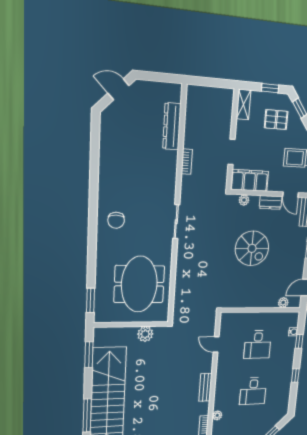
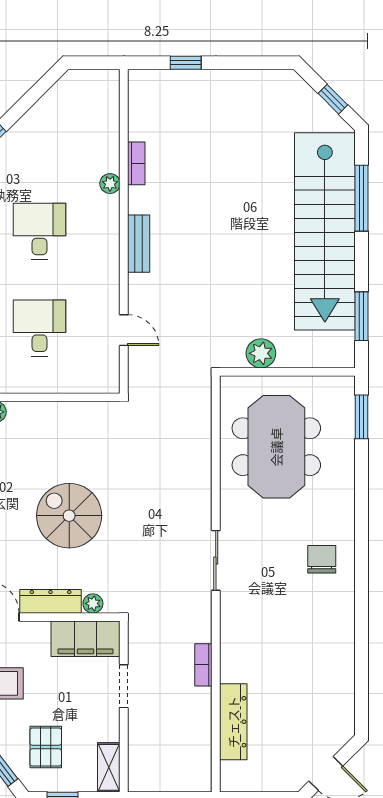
pallet: (276, 120) -> (46, 747), turned 90
dresser: (271, 202) -> (51, 601), width x1.44

